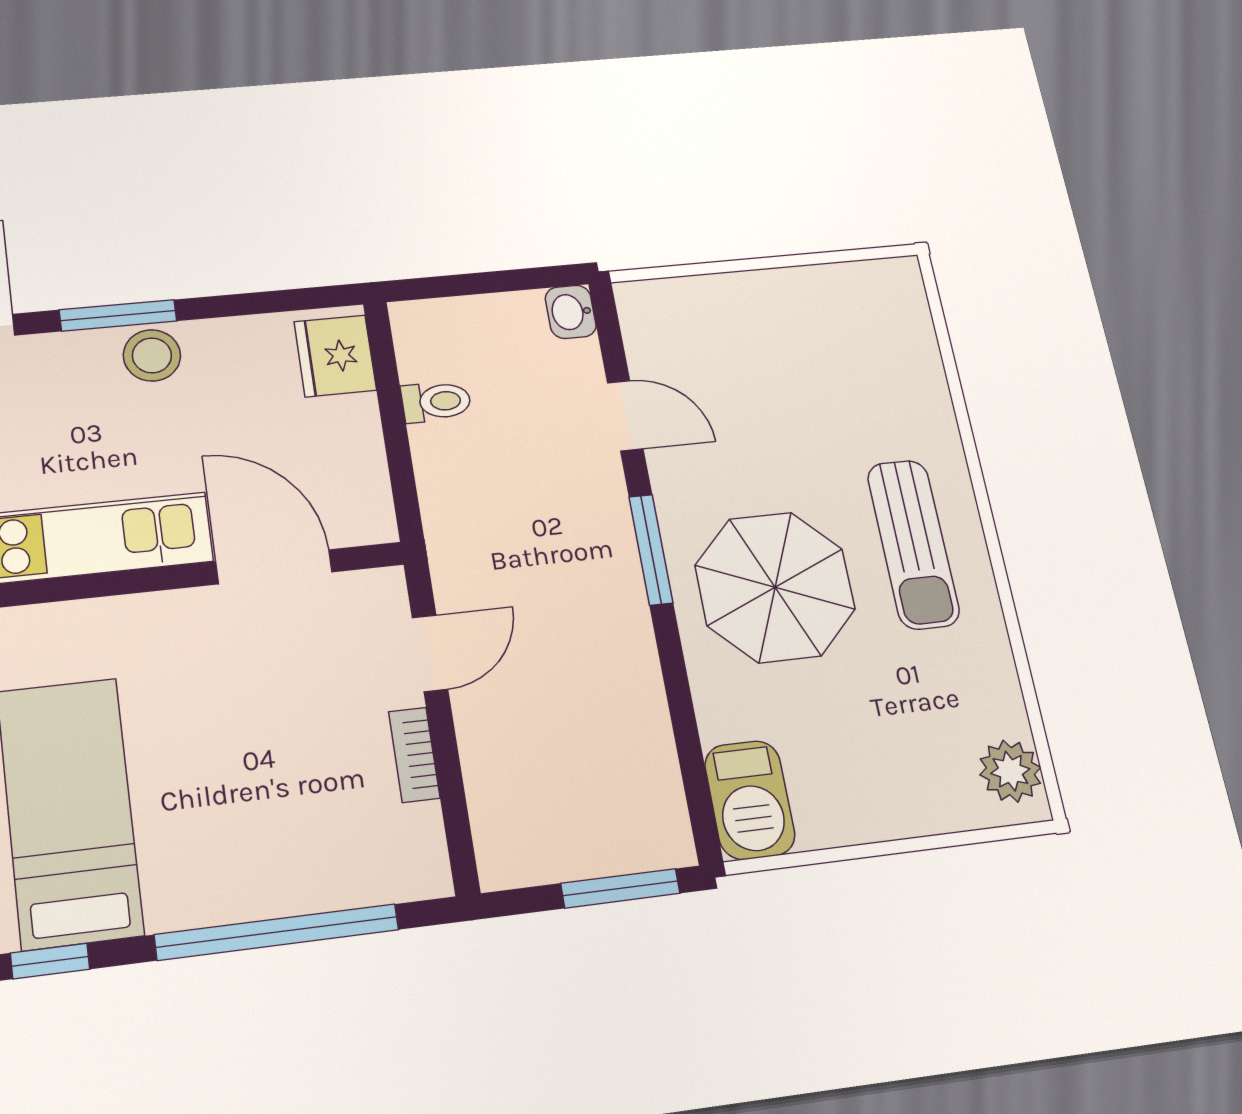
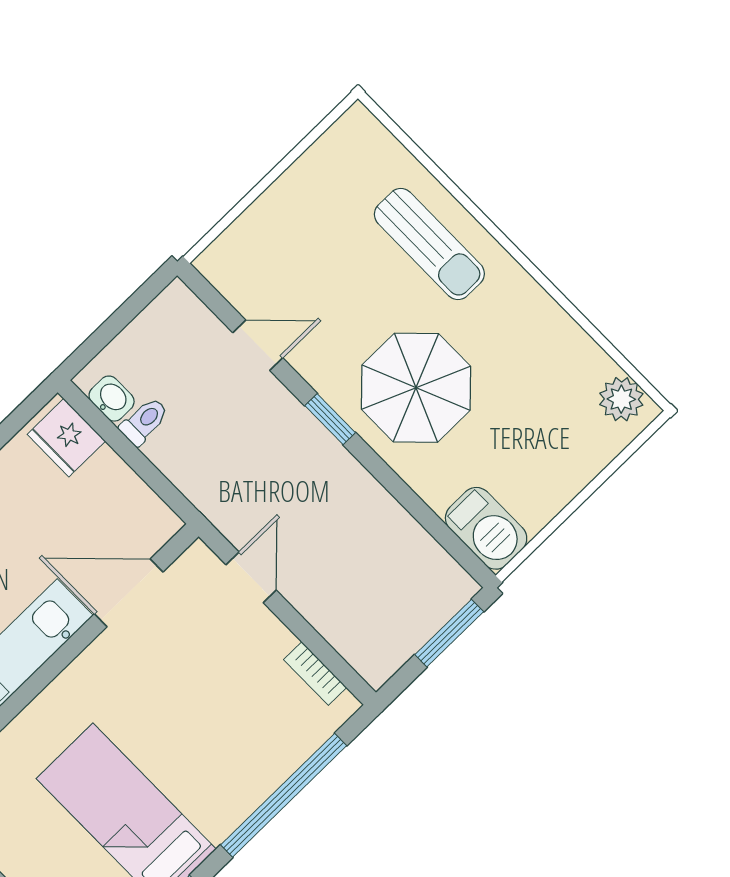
washbasin: (571, 312) -> (112, 399), moved, turned 180
sun lounger: (913, 544) -> (429, 244), moved
window: (651, 550) -> (330, 419), width x0.67
bookcase: (414, 755) -> (315, 674), moved

